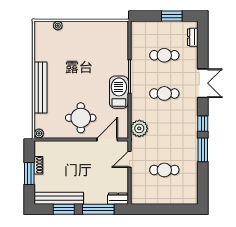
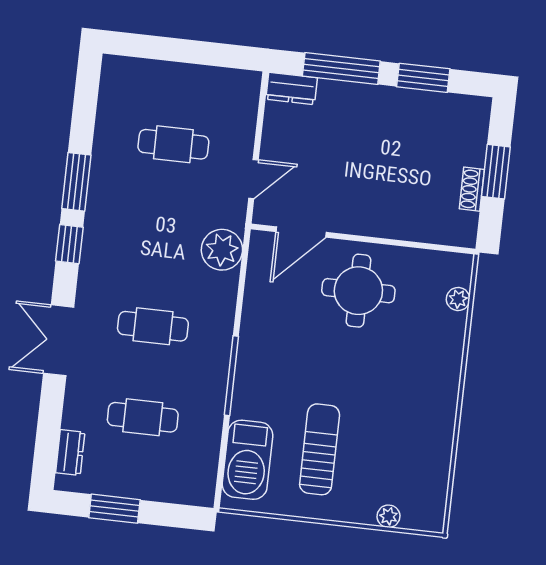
sun lounger: (89, 50) -> (320, 449), added
bench: (40, 87) -> (446, 374), removed
barbecue: (119, 92) -> (247, 460), moved
plant: (39, 133) -> (458, 299), moved
bench: (59, 198) -> (432, 105), removed

